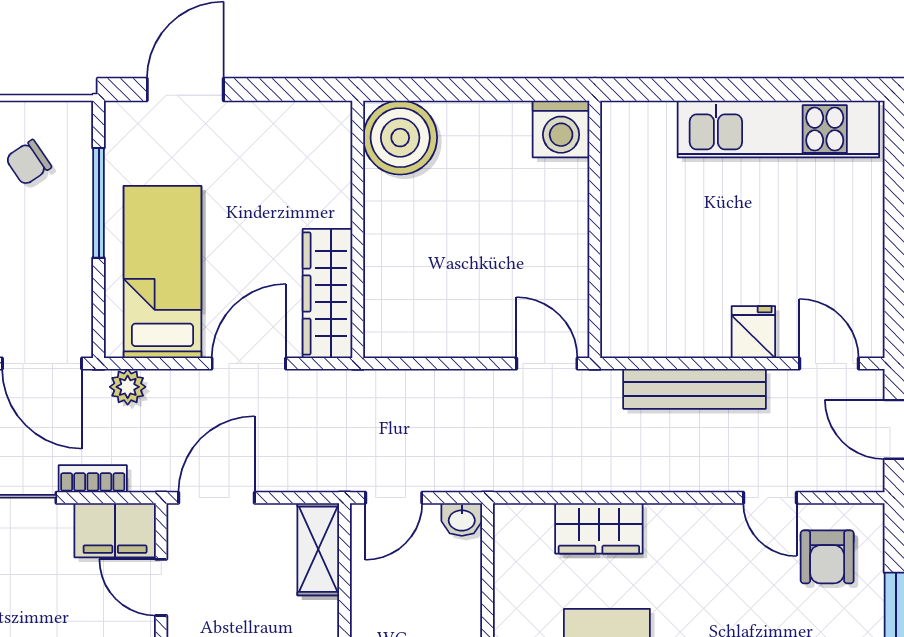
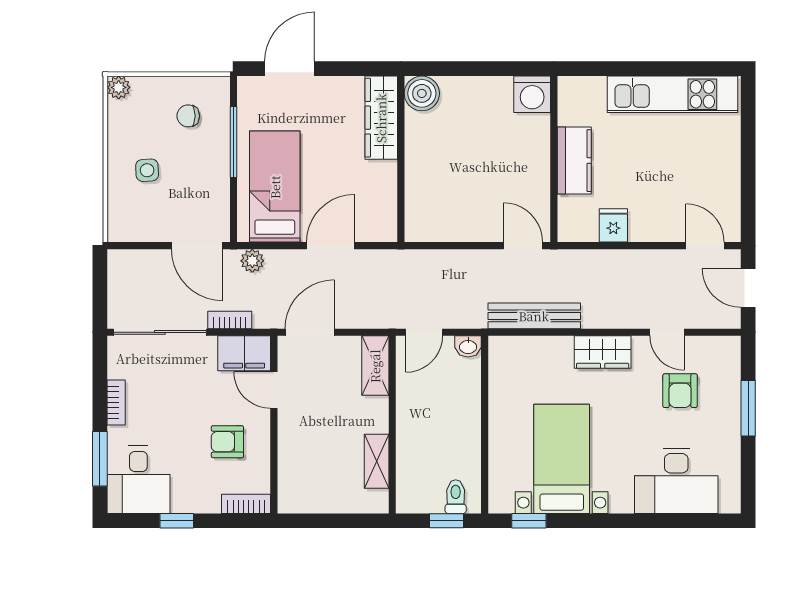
boiler: (400, 138) -> (422, 93), width x0.73, depth x0.73
chair: (28, 162) -> (188, 116), turned 34
kitchen counter: (626, 232) -> (574, 161), added
wardrobe: (327, 294) -> (381, 118), moved
fridge: (753, 332) -> (613, 225), moved
bench: (695, 389) -> (534, 316), moved
wardrobe: (599, 528) -> (603, 352), moved
armchair: (827, 557) -> (680, 391), moved

